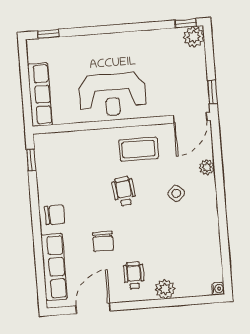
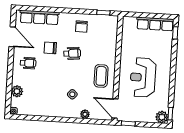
row of seats: (40, 95) -> (155, 24), moved
reception desk: (112, 95) -> (143, 77), moved
wheelchair: (124, 191) -> (72, 53), moved
chair: (55, 215) -> (81, 26), moved
plant: (165, 289) -> (17, 91), moved

